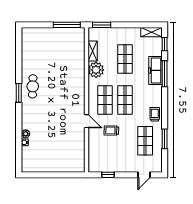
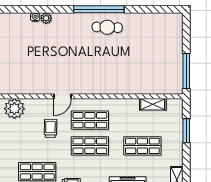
window: (102, 25) -> (186, 131), moved
plant: (96, 70) -> (14, 109), moved
window: (19, 93) -> (99, 9), width x2.11

